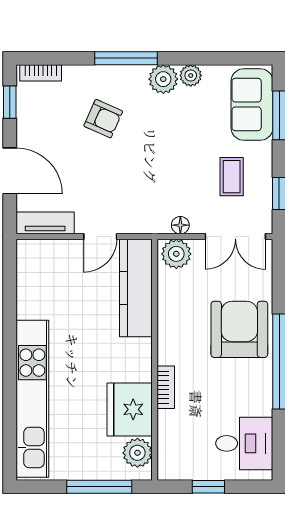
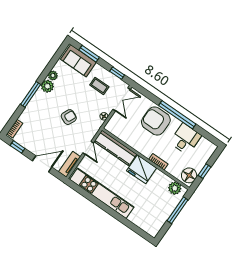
armchair: (103, 119) -> (69, 117), moved
plant: (176, 254) -> (113, 125), removed
kitchen unit: (32, 399) -> (102, 193), moved
fridge: (130, 409) -> (142, 169), moved
desk: (244, 443) -> (185, 139), moved
floor lamp: (180, 463) -> (189, 175), added

